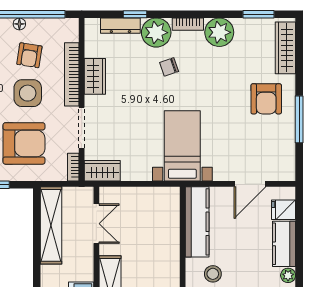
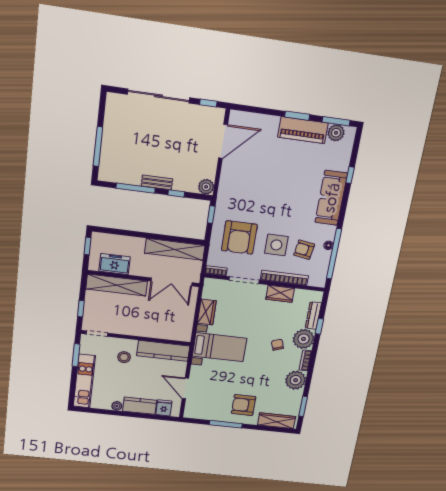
wardrobe: (102, 171) -> (207, 312), moved
double door: (96, 224) -> (172, 282), width x1.37

